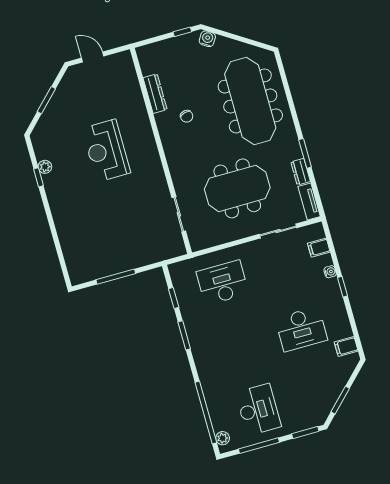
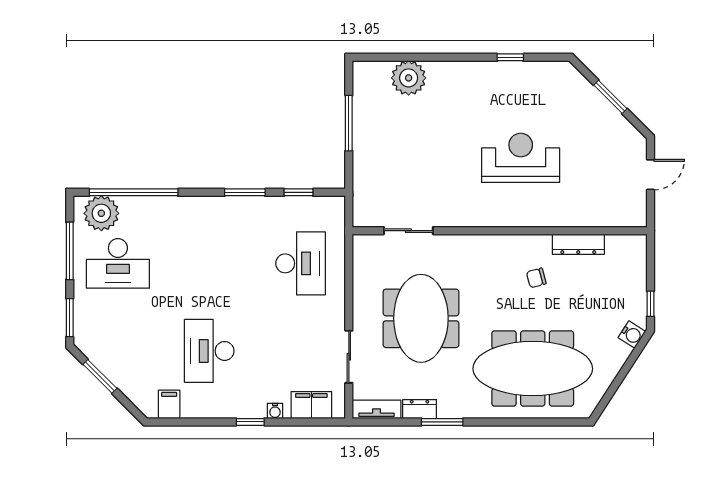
plant: (45, 167) -> (409, 78), moved, width x1.87, depth x1.87
filing cabinet: (319, 248) -> (311, 405), width x2.00
plant: (223, 438) -> (101, 213), width x1.87, depth x1.87

